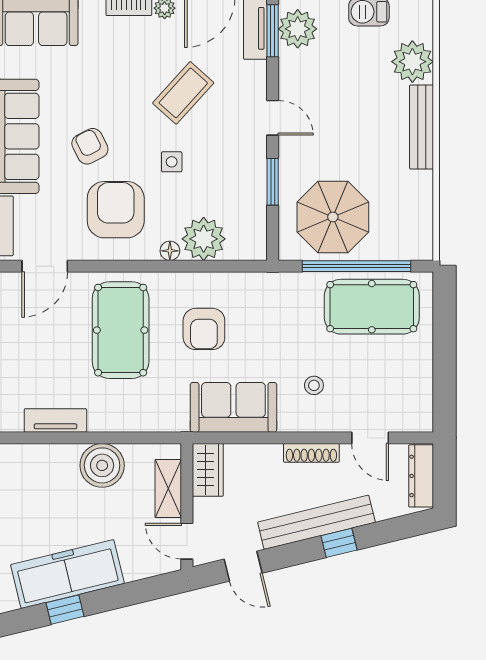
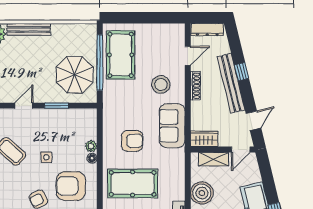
plant: (204, 239) -> (91, 146), width x0.53, depth x0.53
stool: (314, 385) -> (161, 84), width x1.89, depth x1.89

